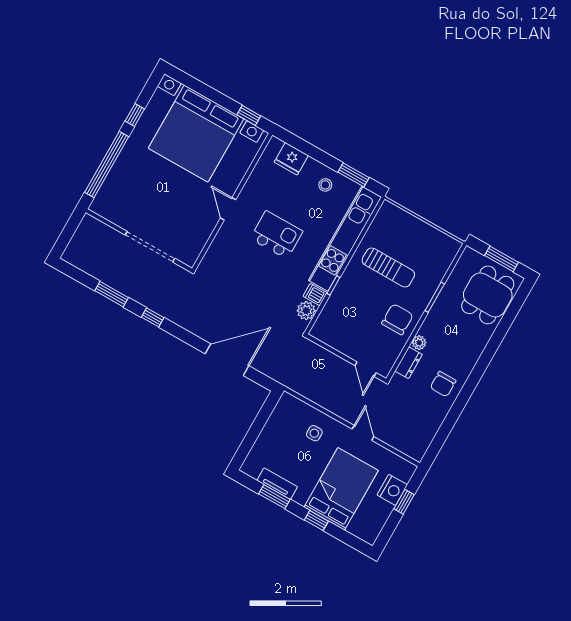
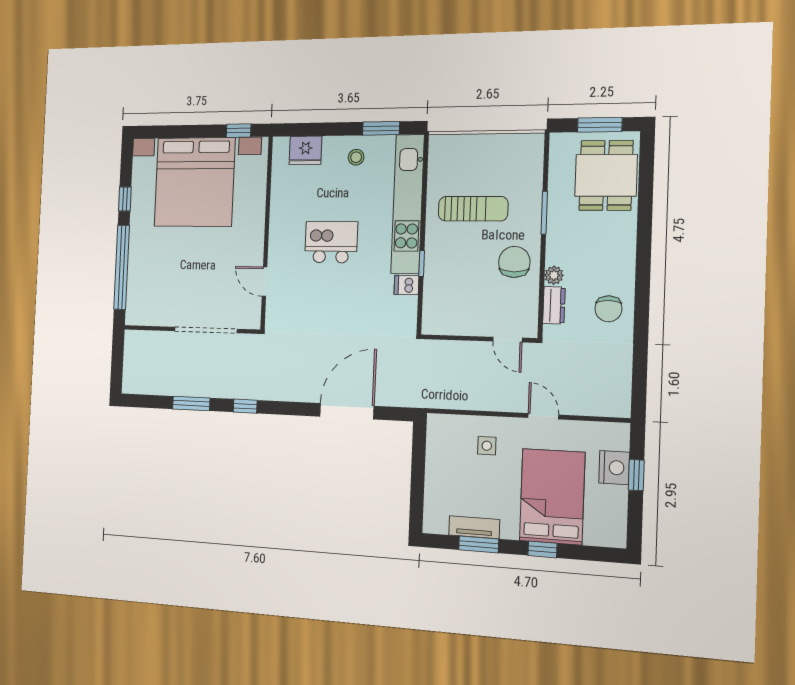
door: (228, 209) -> (265, 282), moved
plant: (306, 311) -> (406, 309), removed

